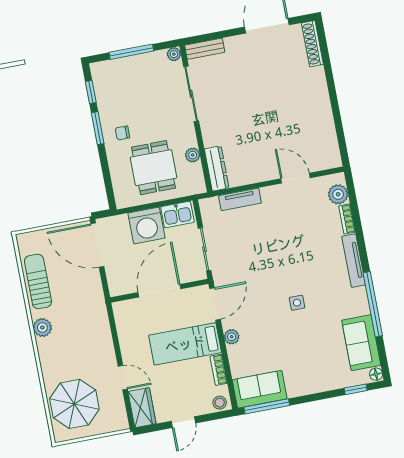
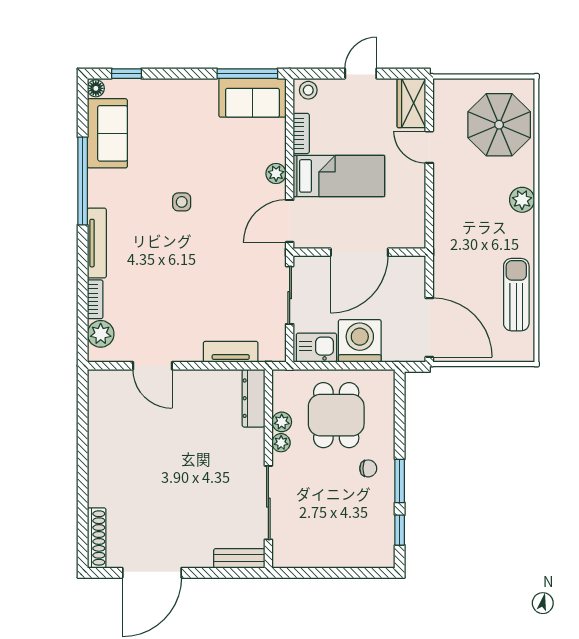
window: (131, 52) -> (336, 573), removed
plant: (174, 54) -> (281, 443), moved
sun lounger: (38, 281) -> (516, 295), turned 180
plant: (42, 328) -> (522, 200), moved

